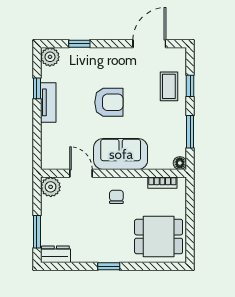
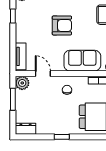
tv unit: (48, 102) -> (21, 56), moved
sofa: (121, 154) -> (82, 61), moved
window: (37, 232) -> (13, 99), moved

